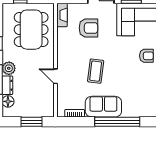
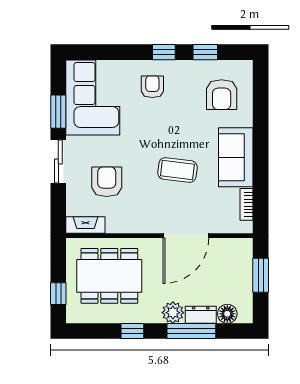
door: (56, 76) -> (186, 236), width x1.87
armchair: (142, 98) -> (222, 95), added
window: (117, 122) -> (261, 135), removed

